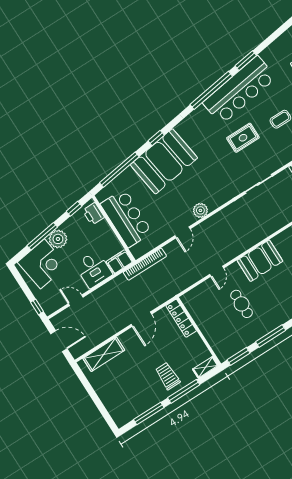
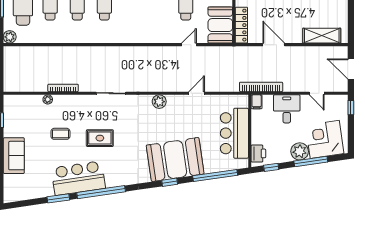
bar counter: (239, 90) -> (78, 178), width x0.73
plant: (200, 210) -> (159, 102), moved
booth: (260, 261) -> (220, 25), moved, turned 90
filing cabinet: (120, 262) -> (257, 102), width x0.50
bookcase: (145, 264) -> (261, 87), moved
door: (141, 319) -> (274, 45), hinge flipped

